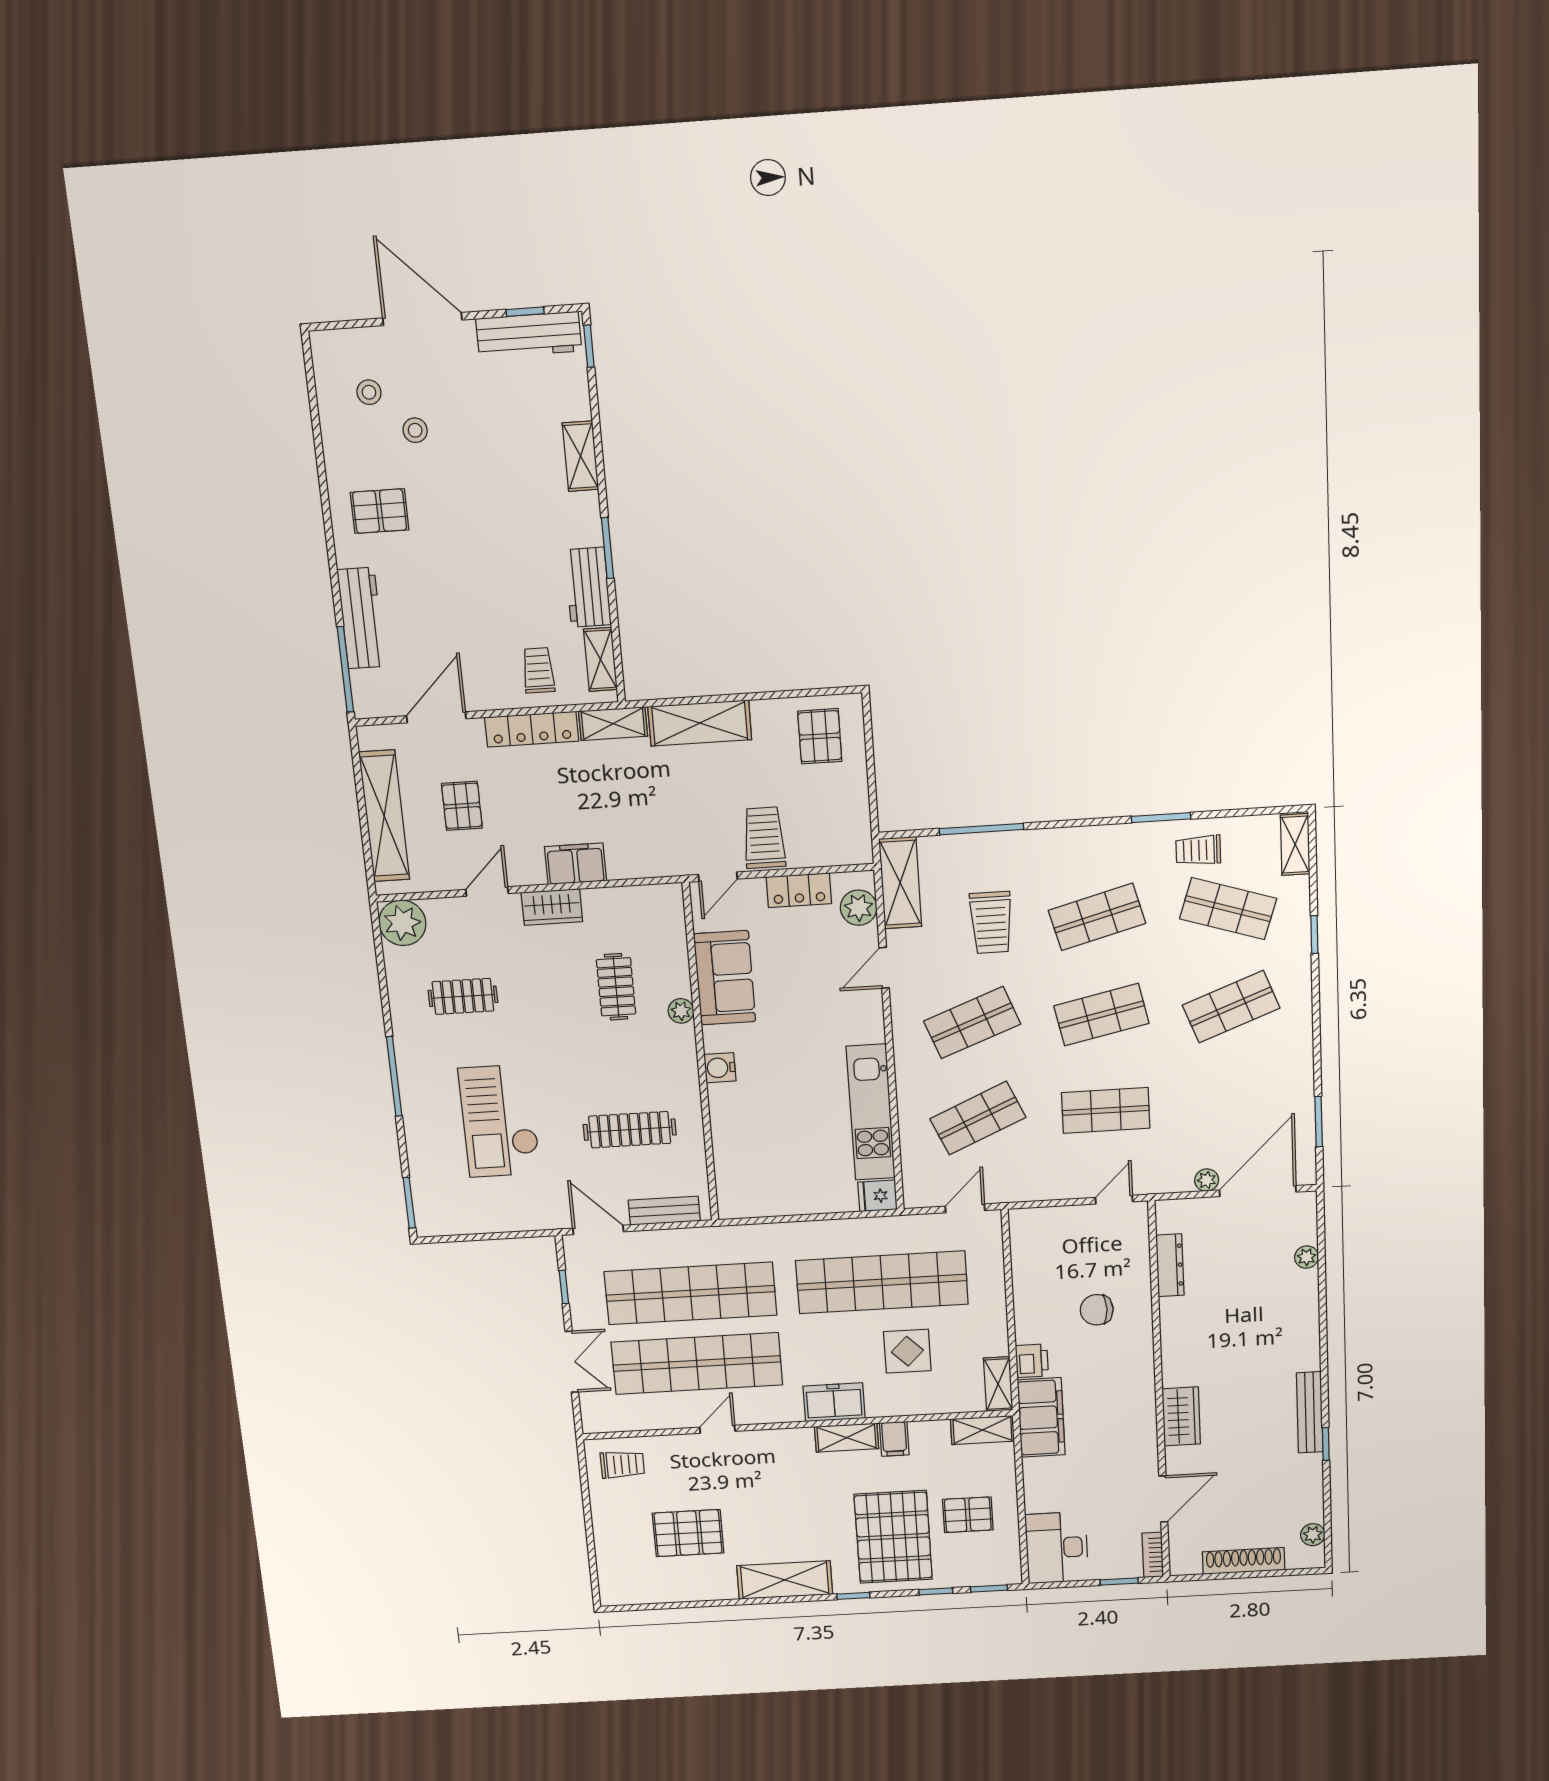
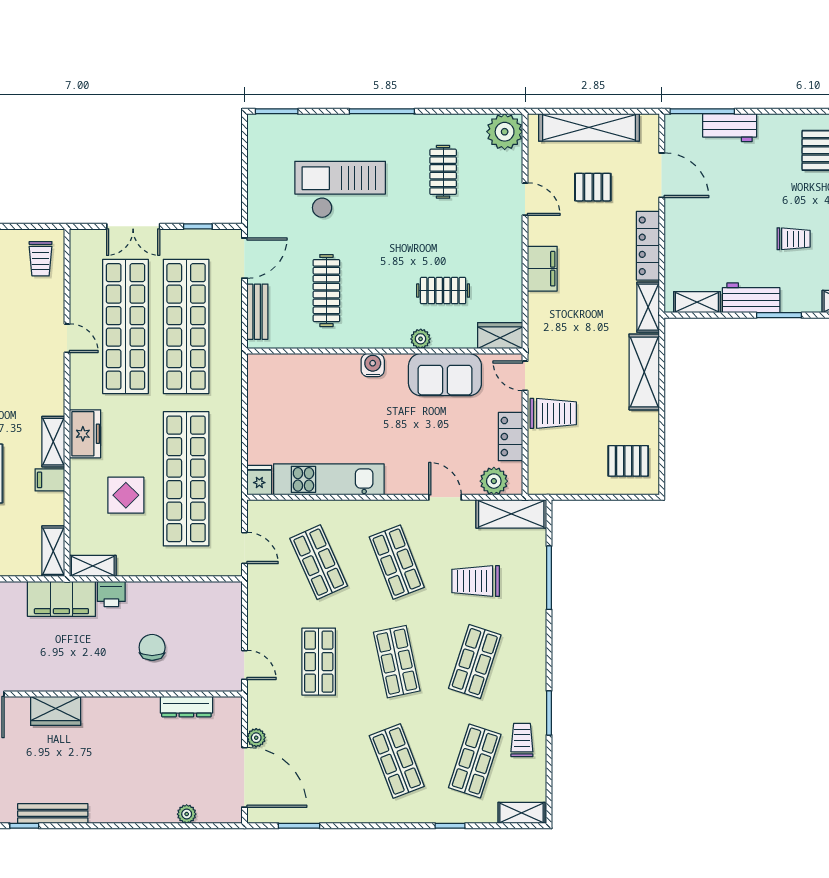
workbench: (361, 618) -> (730, 128), width x0.73
trolley: (538, 670) -> (794, 239), moved
wardrobe: (552, 907) -> (500, 336), moved, turned 90
shop shelf: (1097, 917) -> (475, 662), turned 33

